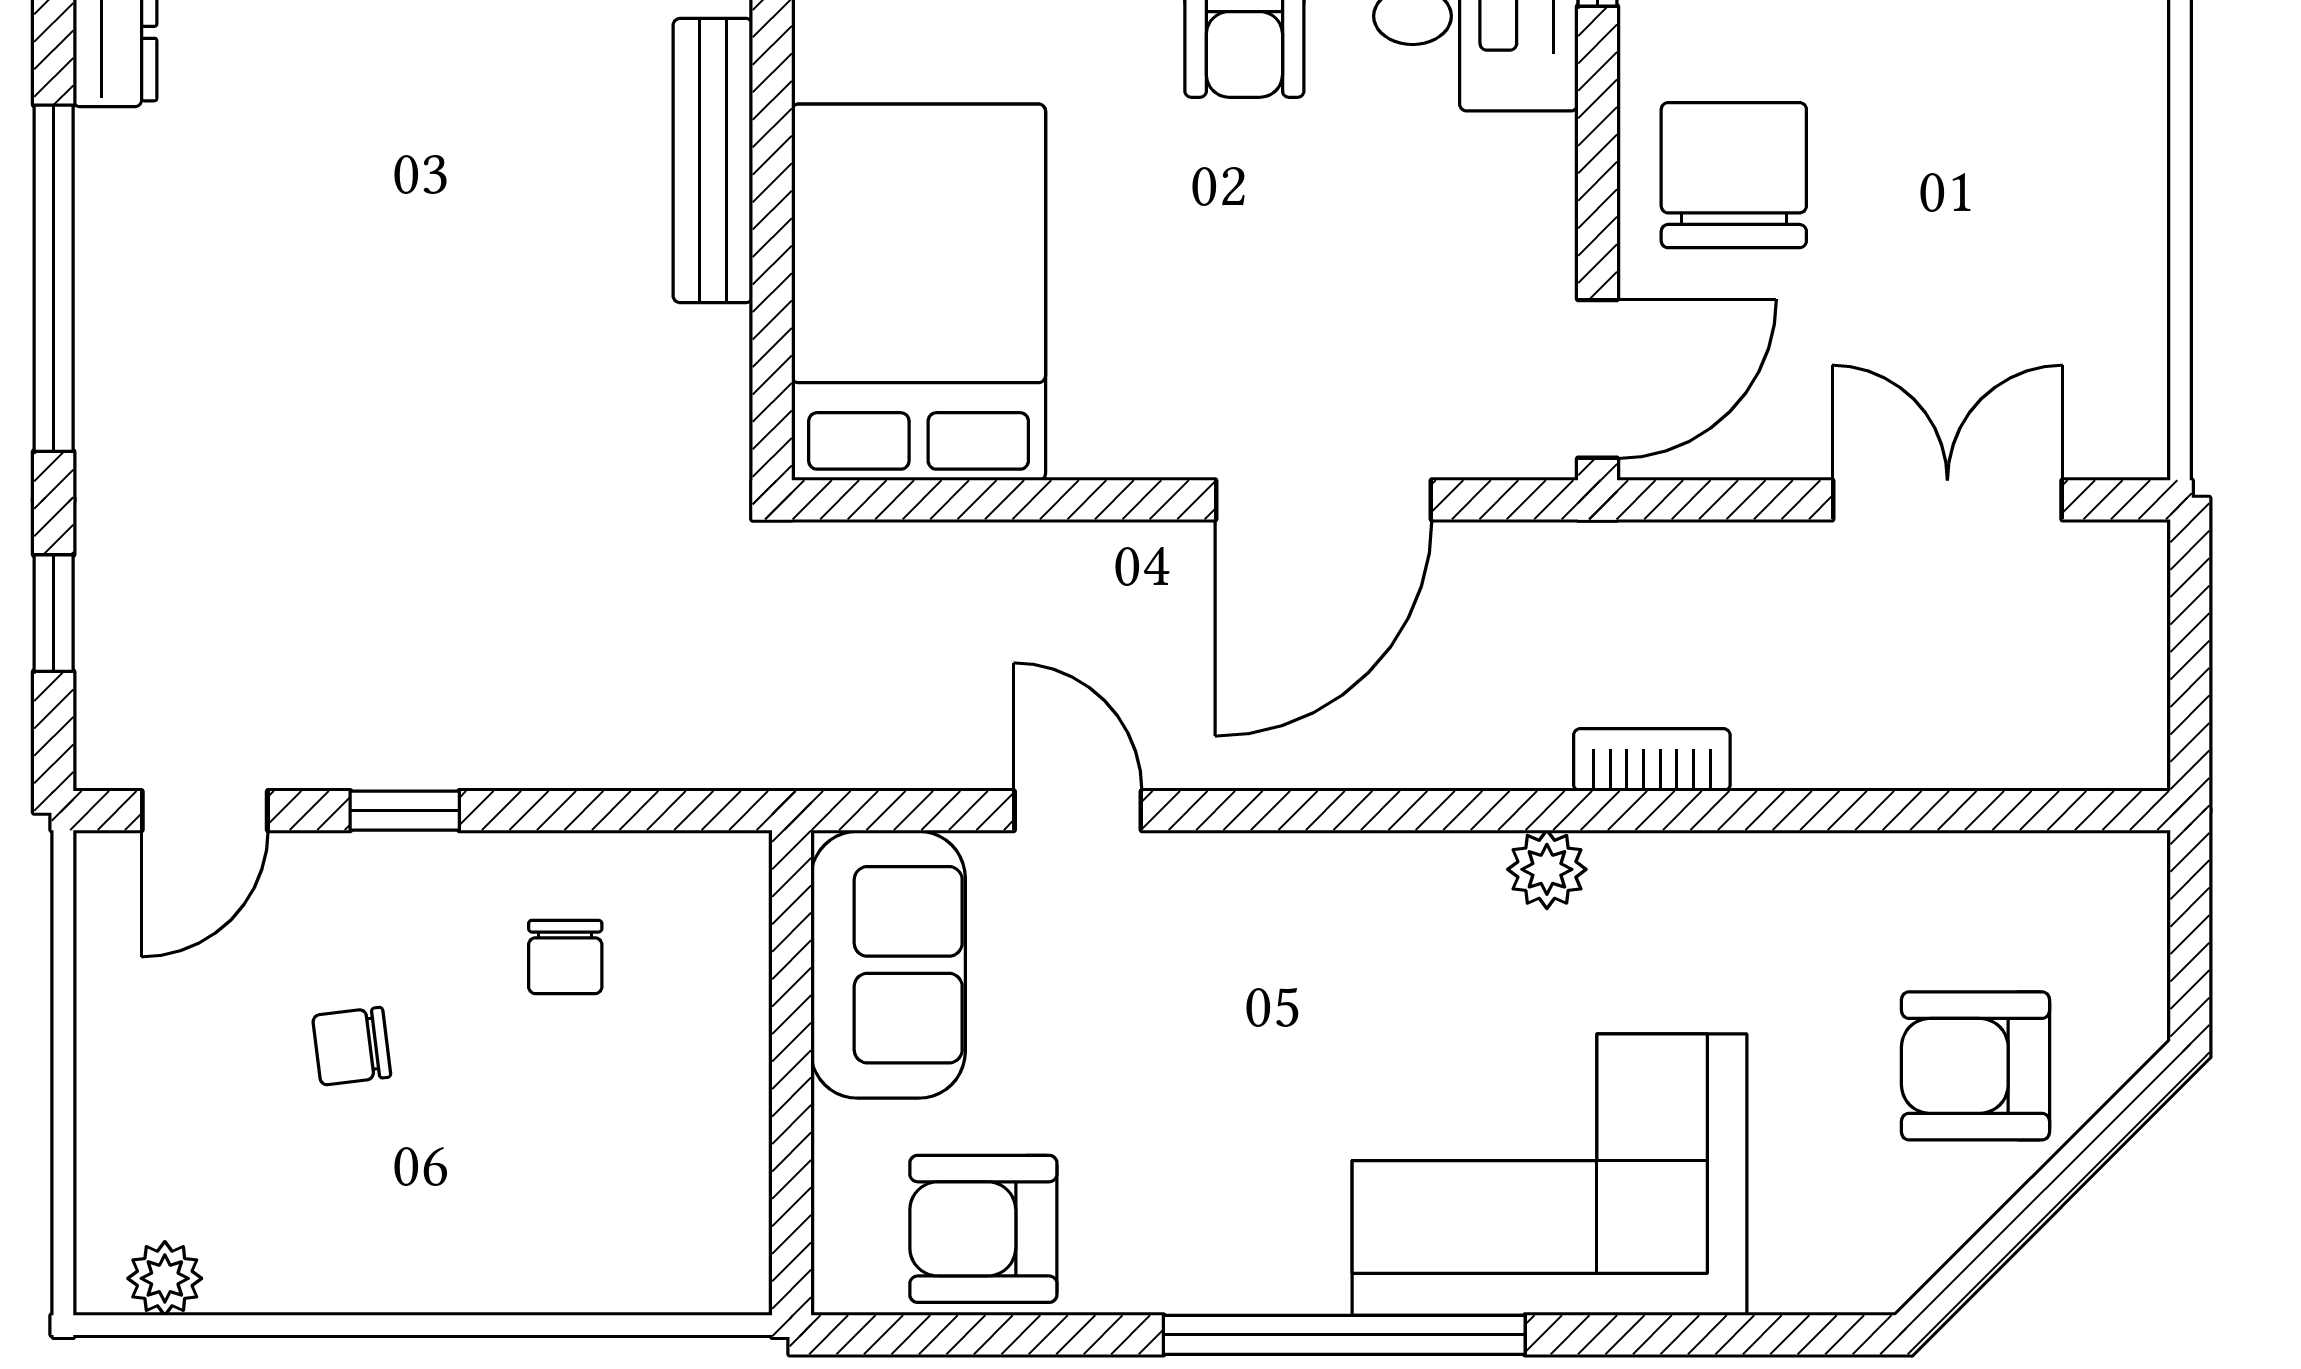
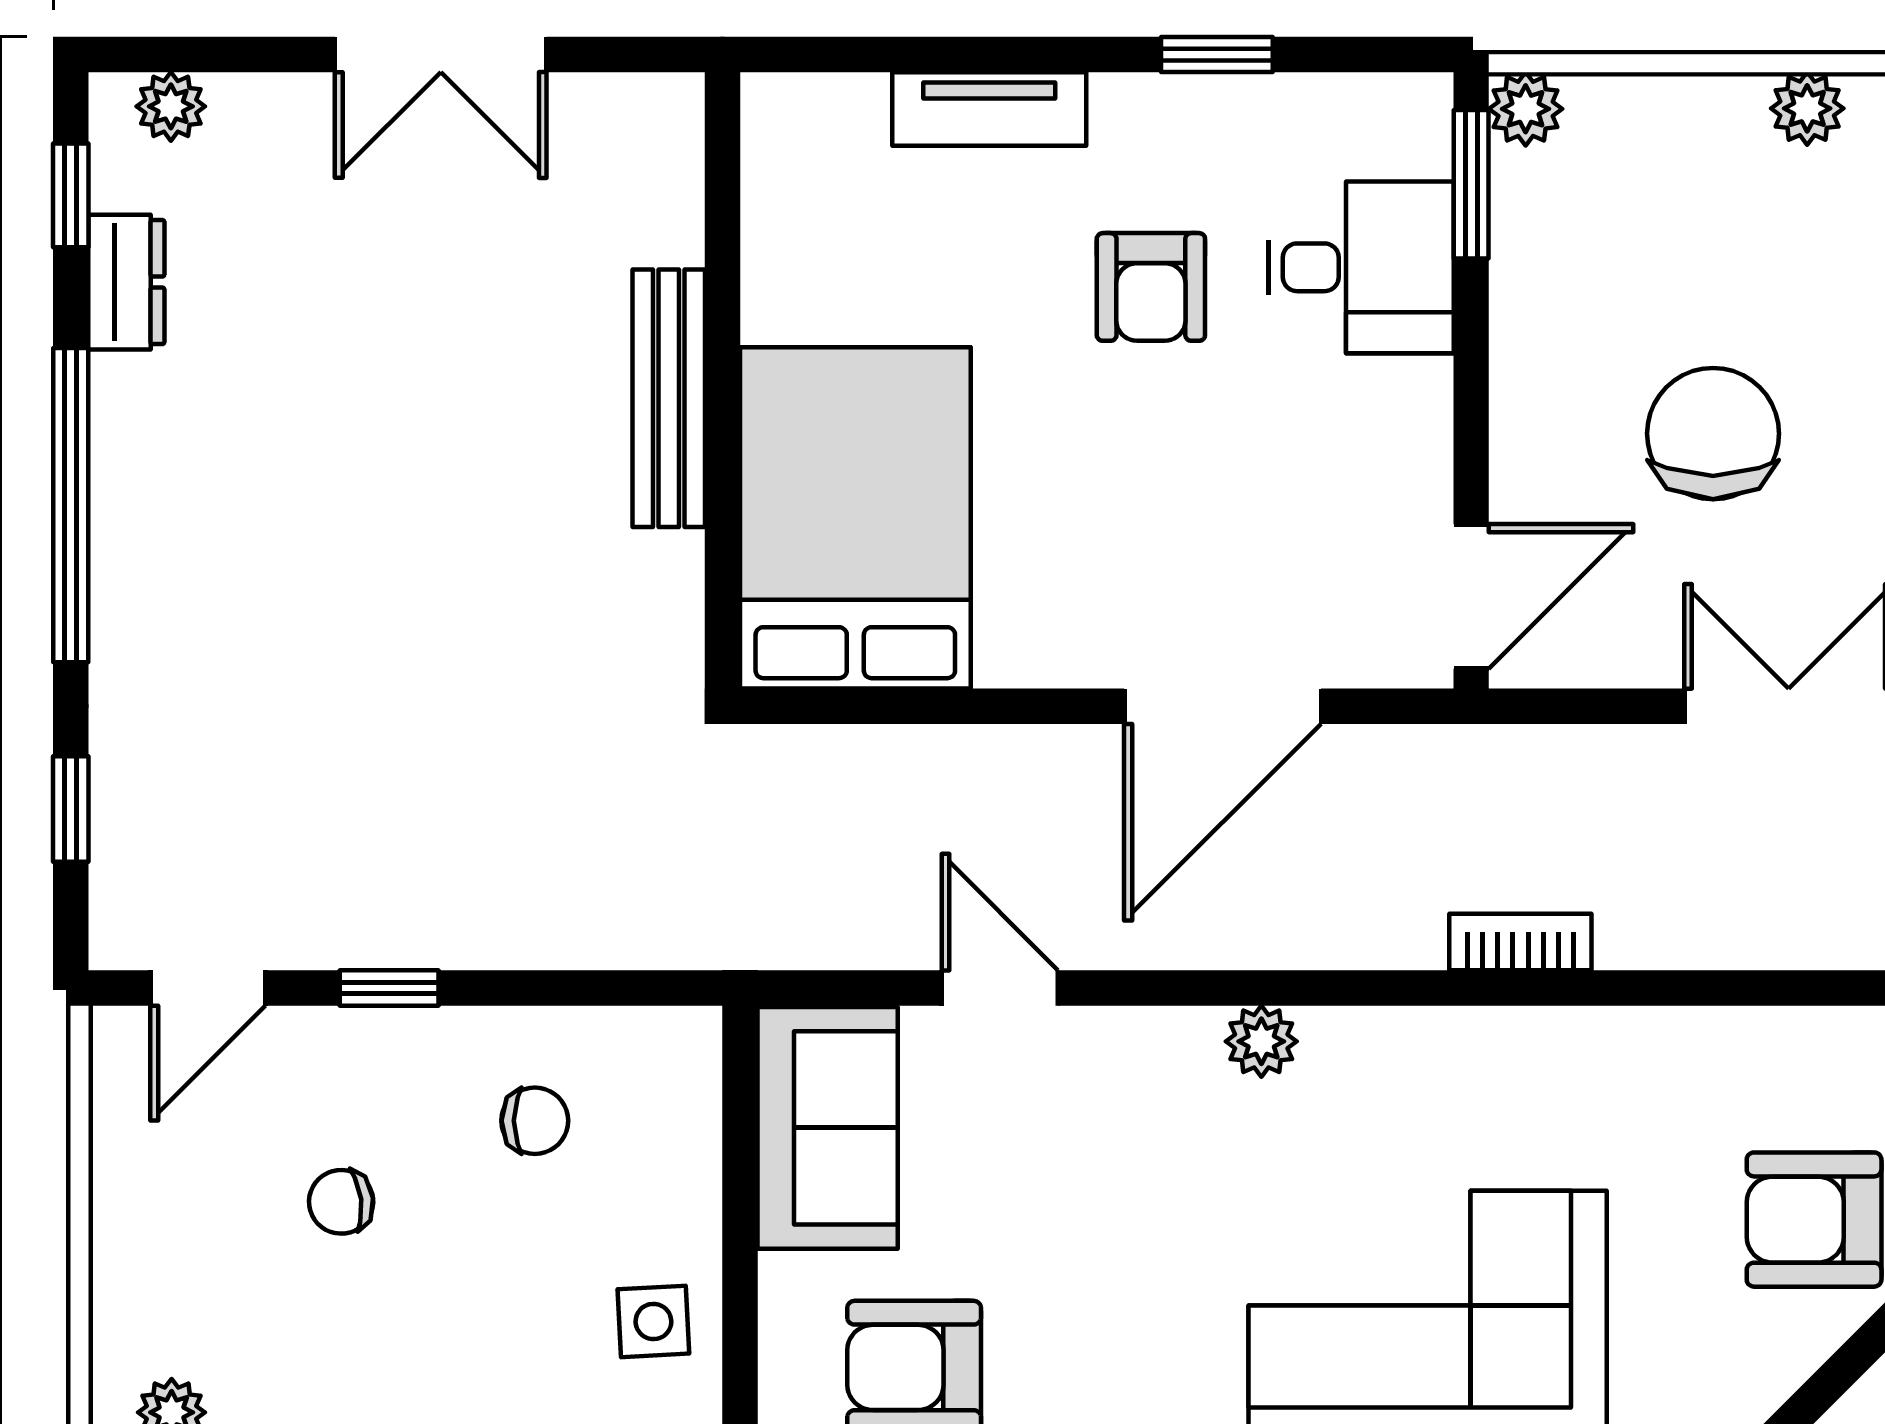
chair: (1734, 175) -> (1713, 434), moved
plant: (1547, 869) -> (1261, 1041), moved
chair: (565, 957) -> (535, 1121), turned -90
side table: (696, 1178) -> (653, 1321), added

